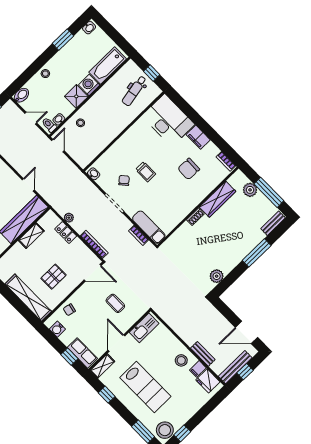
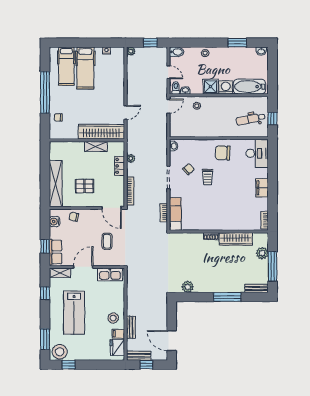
desk: (168, 120) -> (257, 153), width x0.73, depth x0.77
chair: (189, 169) -> (223, 153), moved
bench: (235, 367) -> (139, 356), width x0.73

